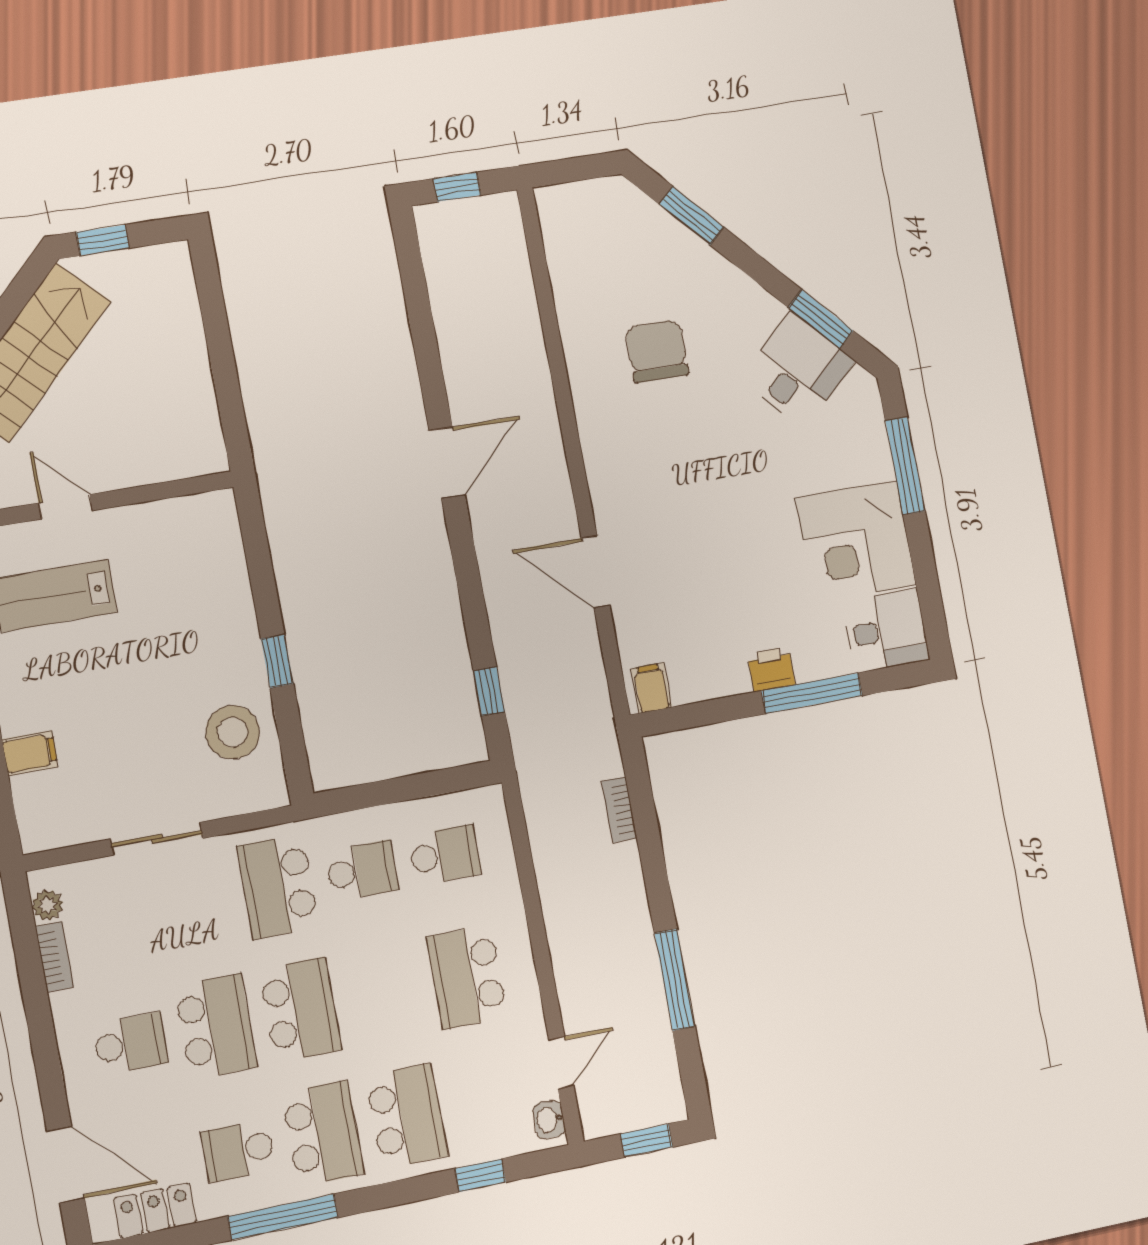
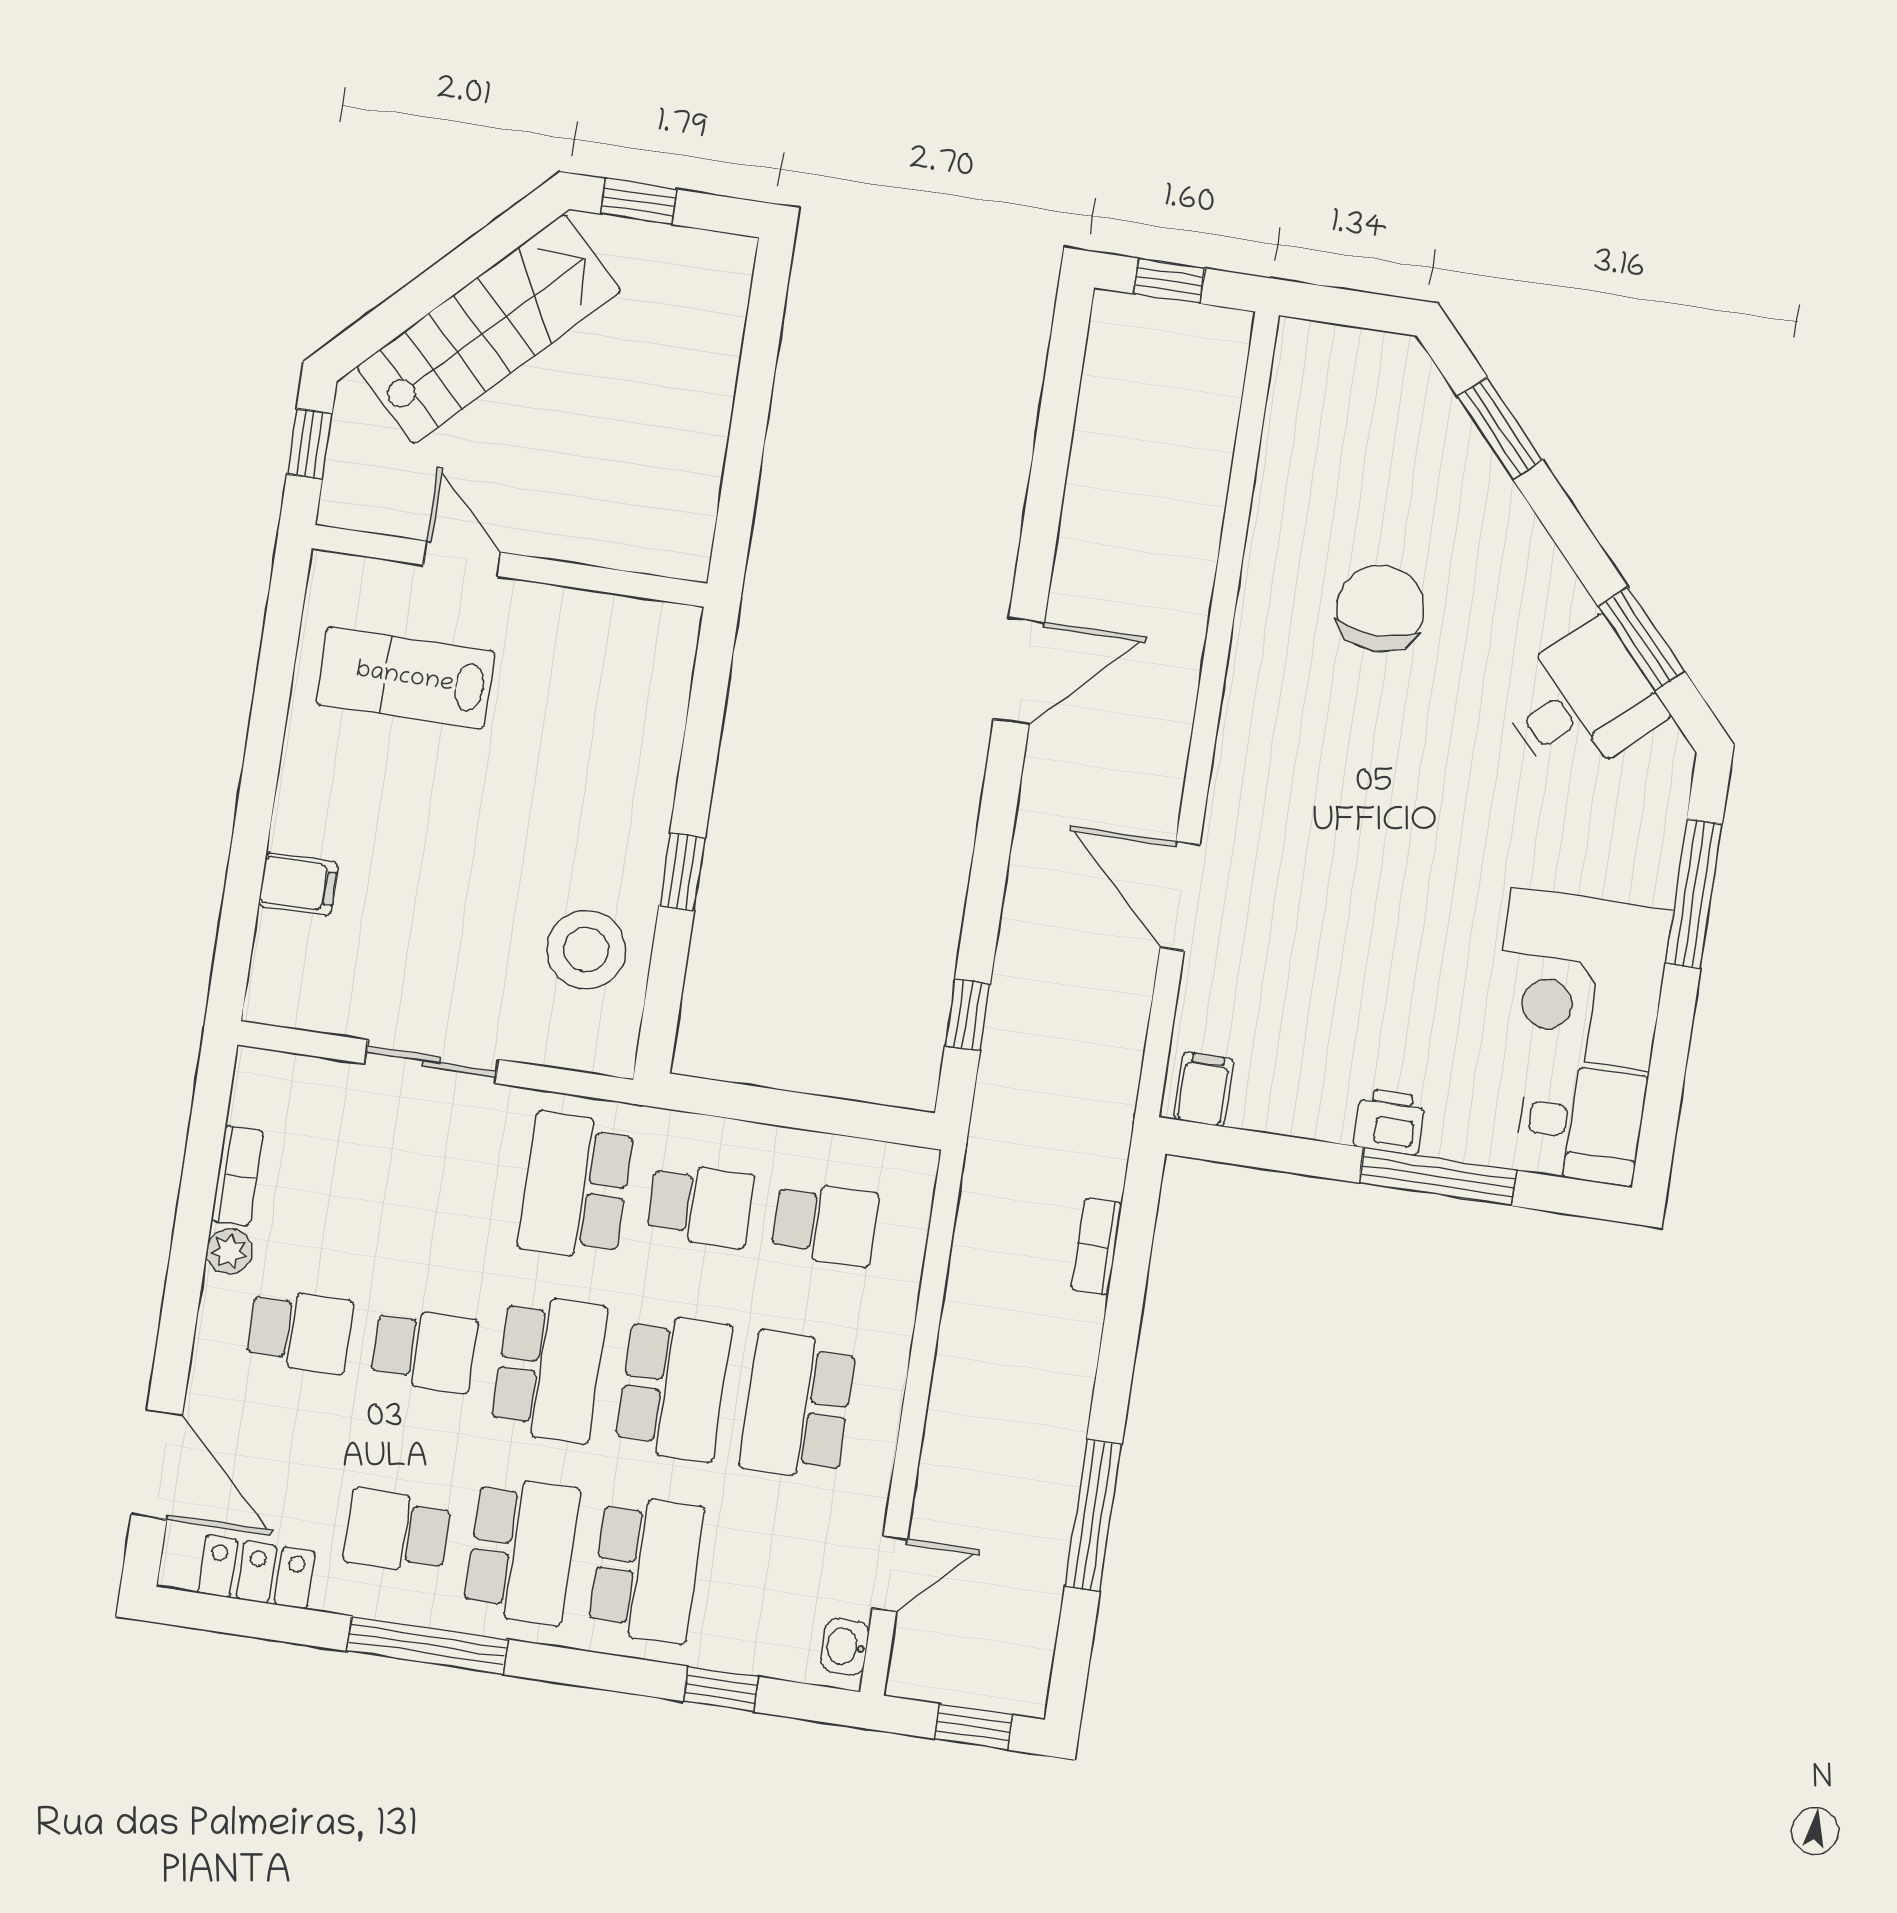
plant: (47, 905) -> (229, 1251), moved
school desk: (384, 993) -> (673, 1387), added
school desk: (216, 1027) -> (424, 1350), width x0.54

